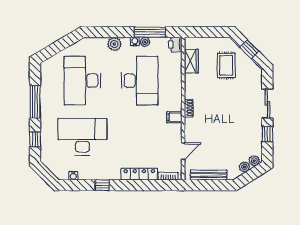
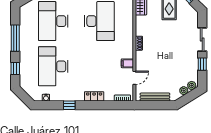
filing cabinet: (174, 117) -> (127, 63), moved
desk: (82, 137) -> (53, 66), turned -90
locker: (139, 174) -> (94, 96), width x0.66

